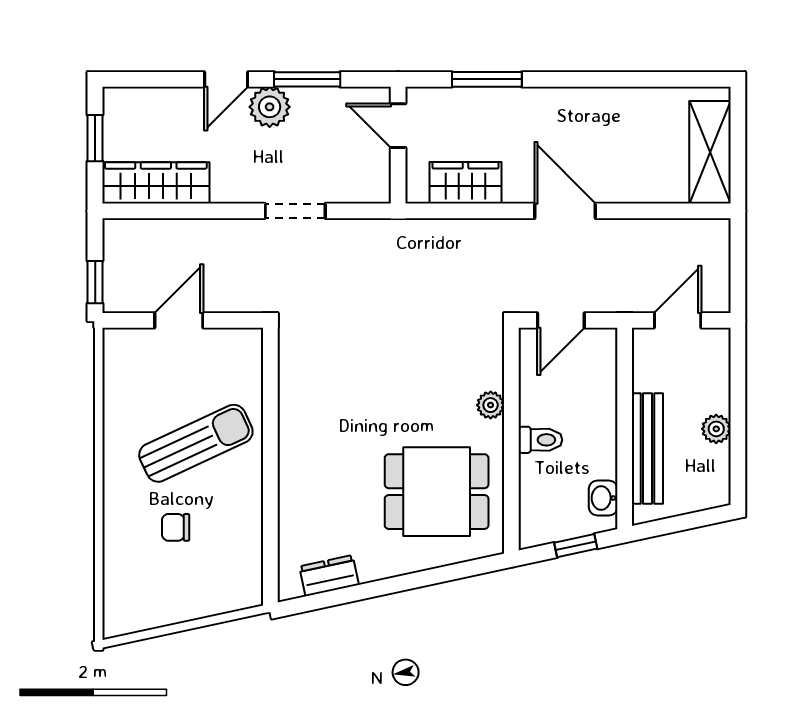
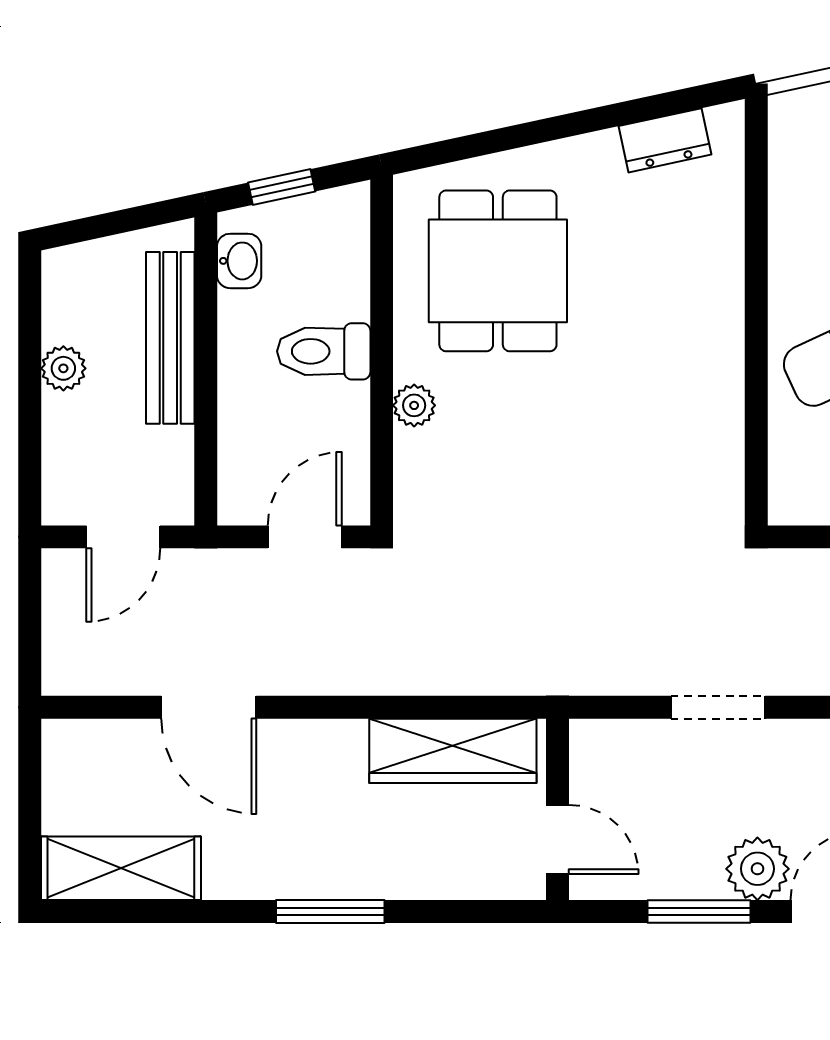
window: (487, 79) -> (330, 912), moved
shelving: (710, 152) -> (121, 868), moved, turned 90
wardrobe: (466, 183) -> (453, 751), width x1.50
door: (565, 211) -> (209, 707), moved
toilet: (540, 440) -> (324, 351), width x1.37, depth x1.39
dining table: (437, 492) -> (498, 271), turned 90

